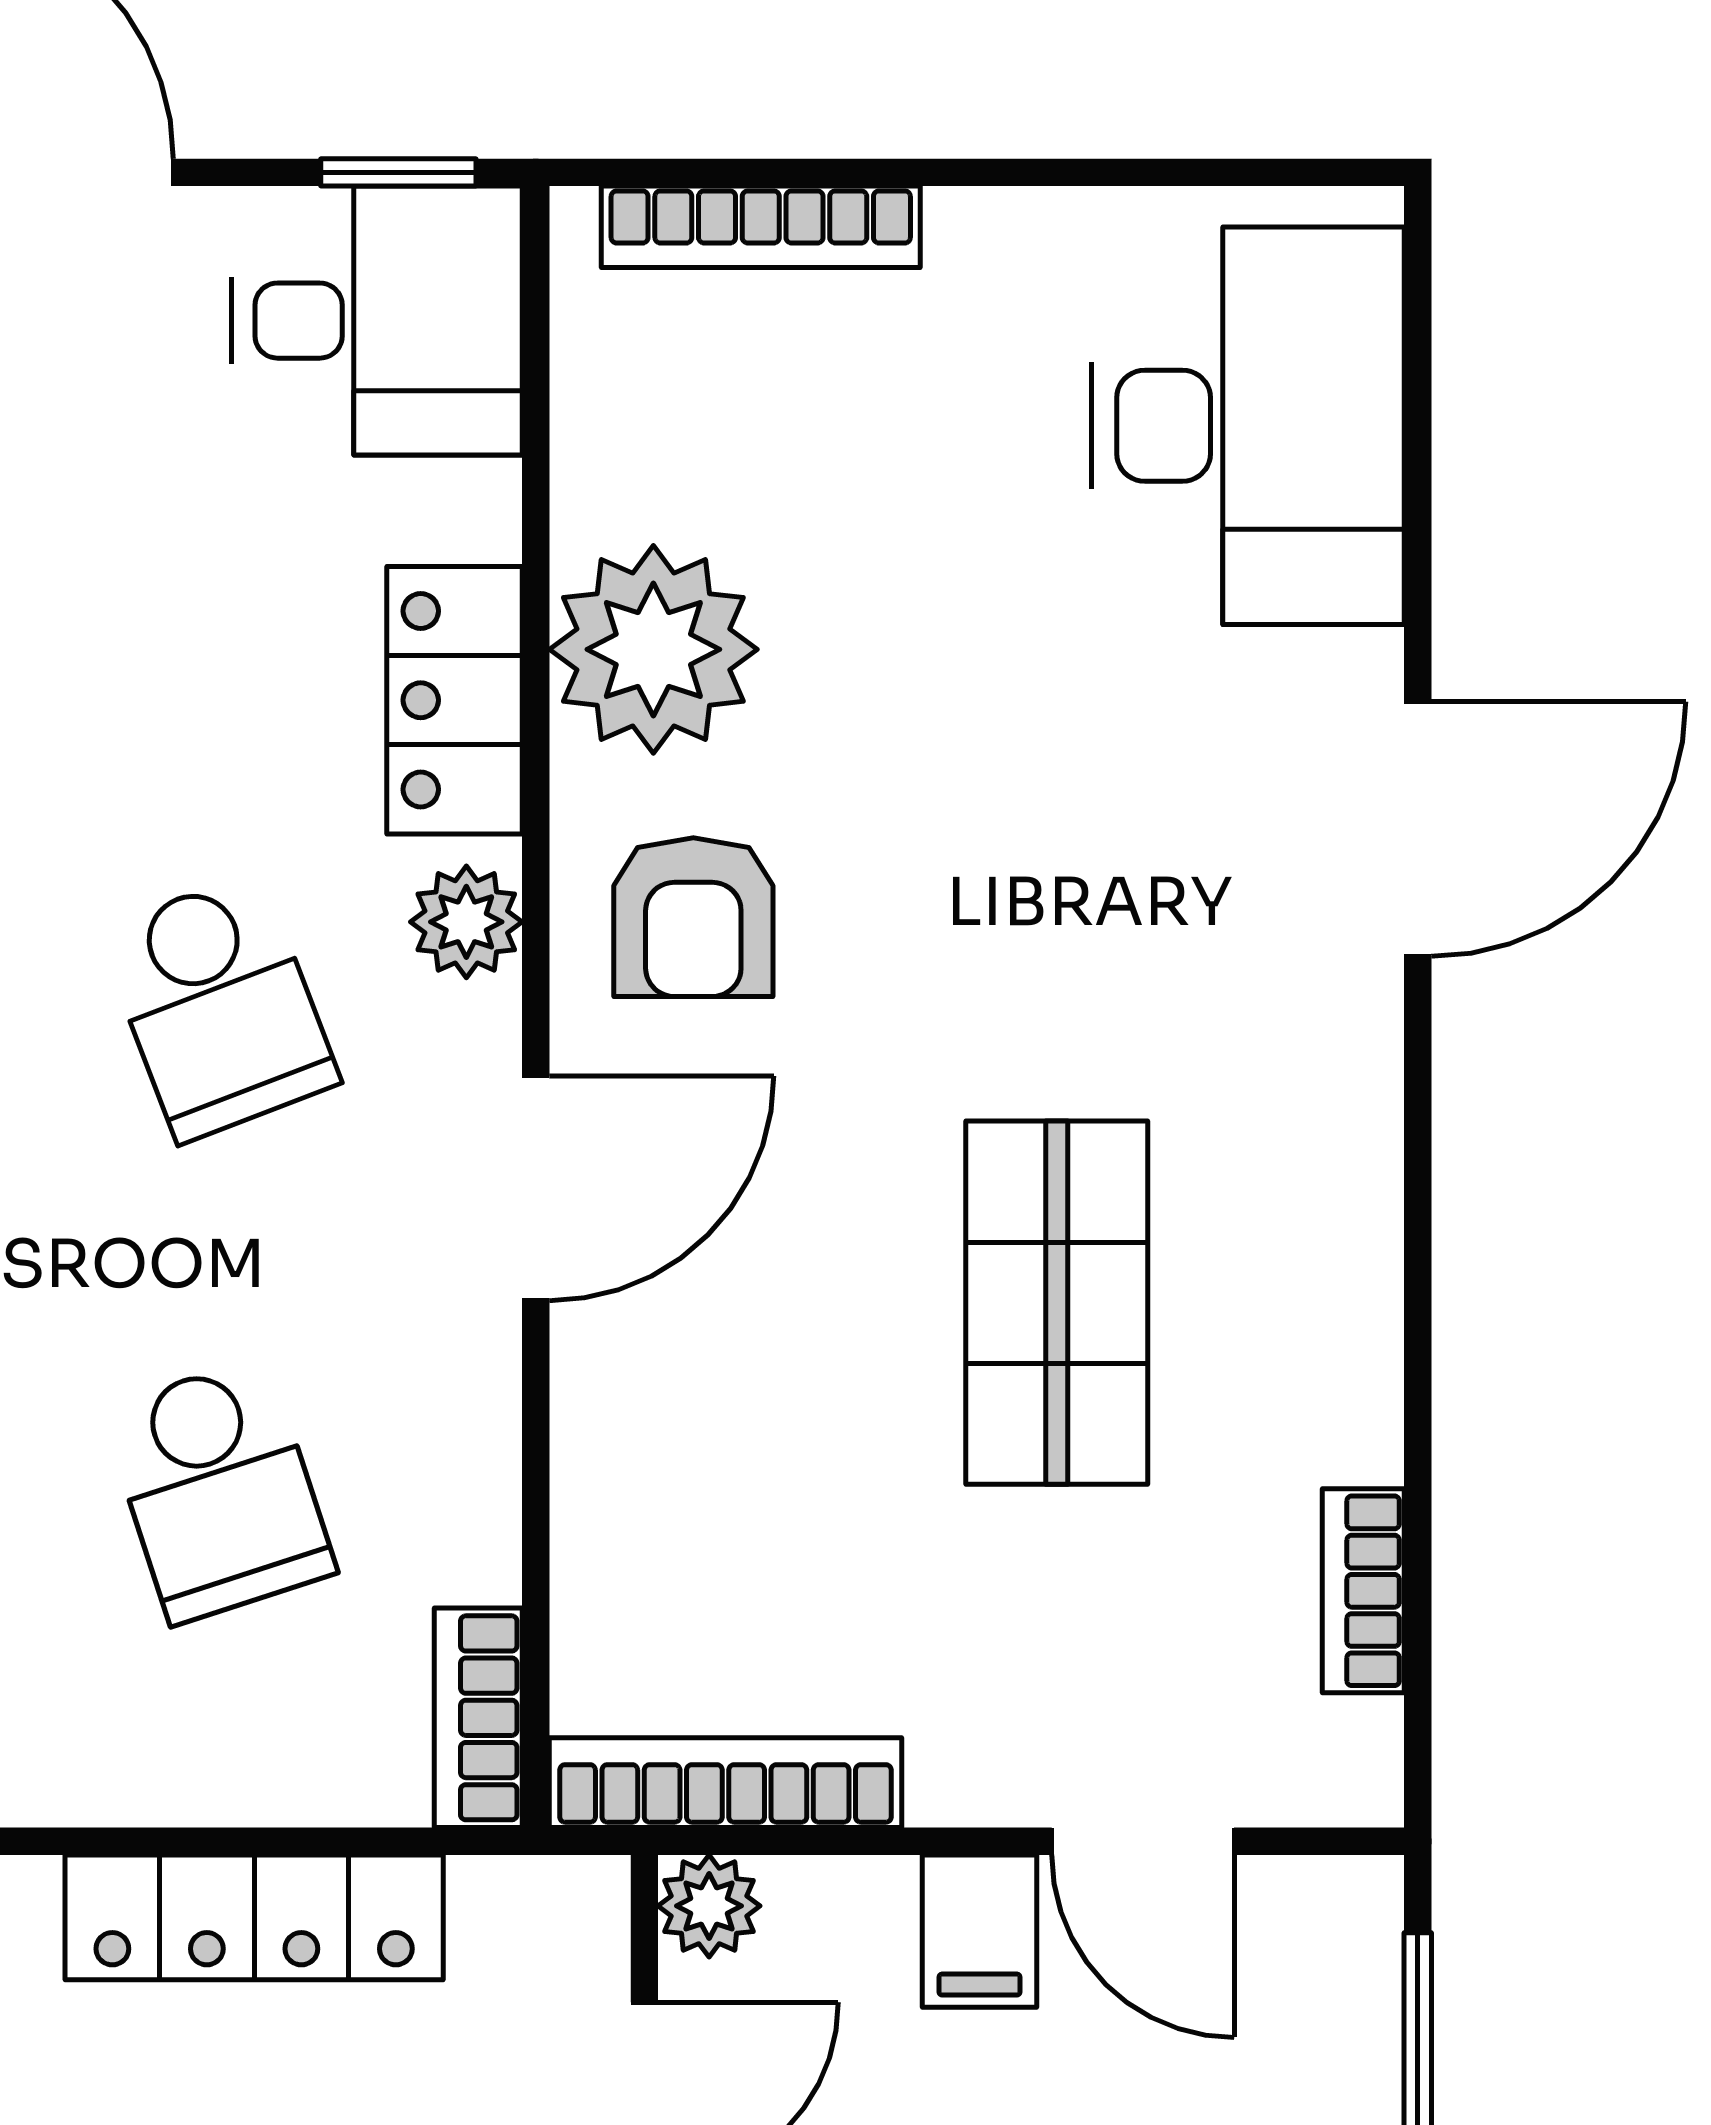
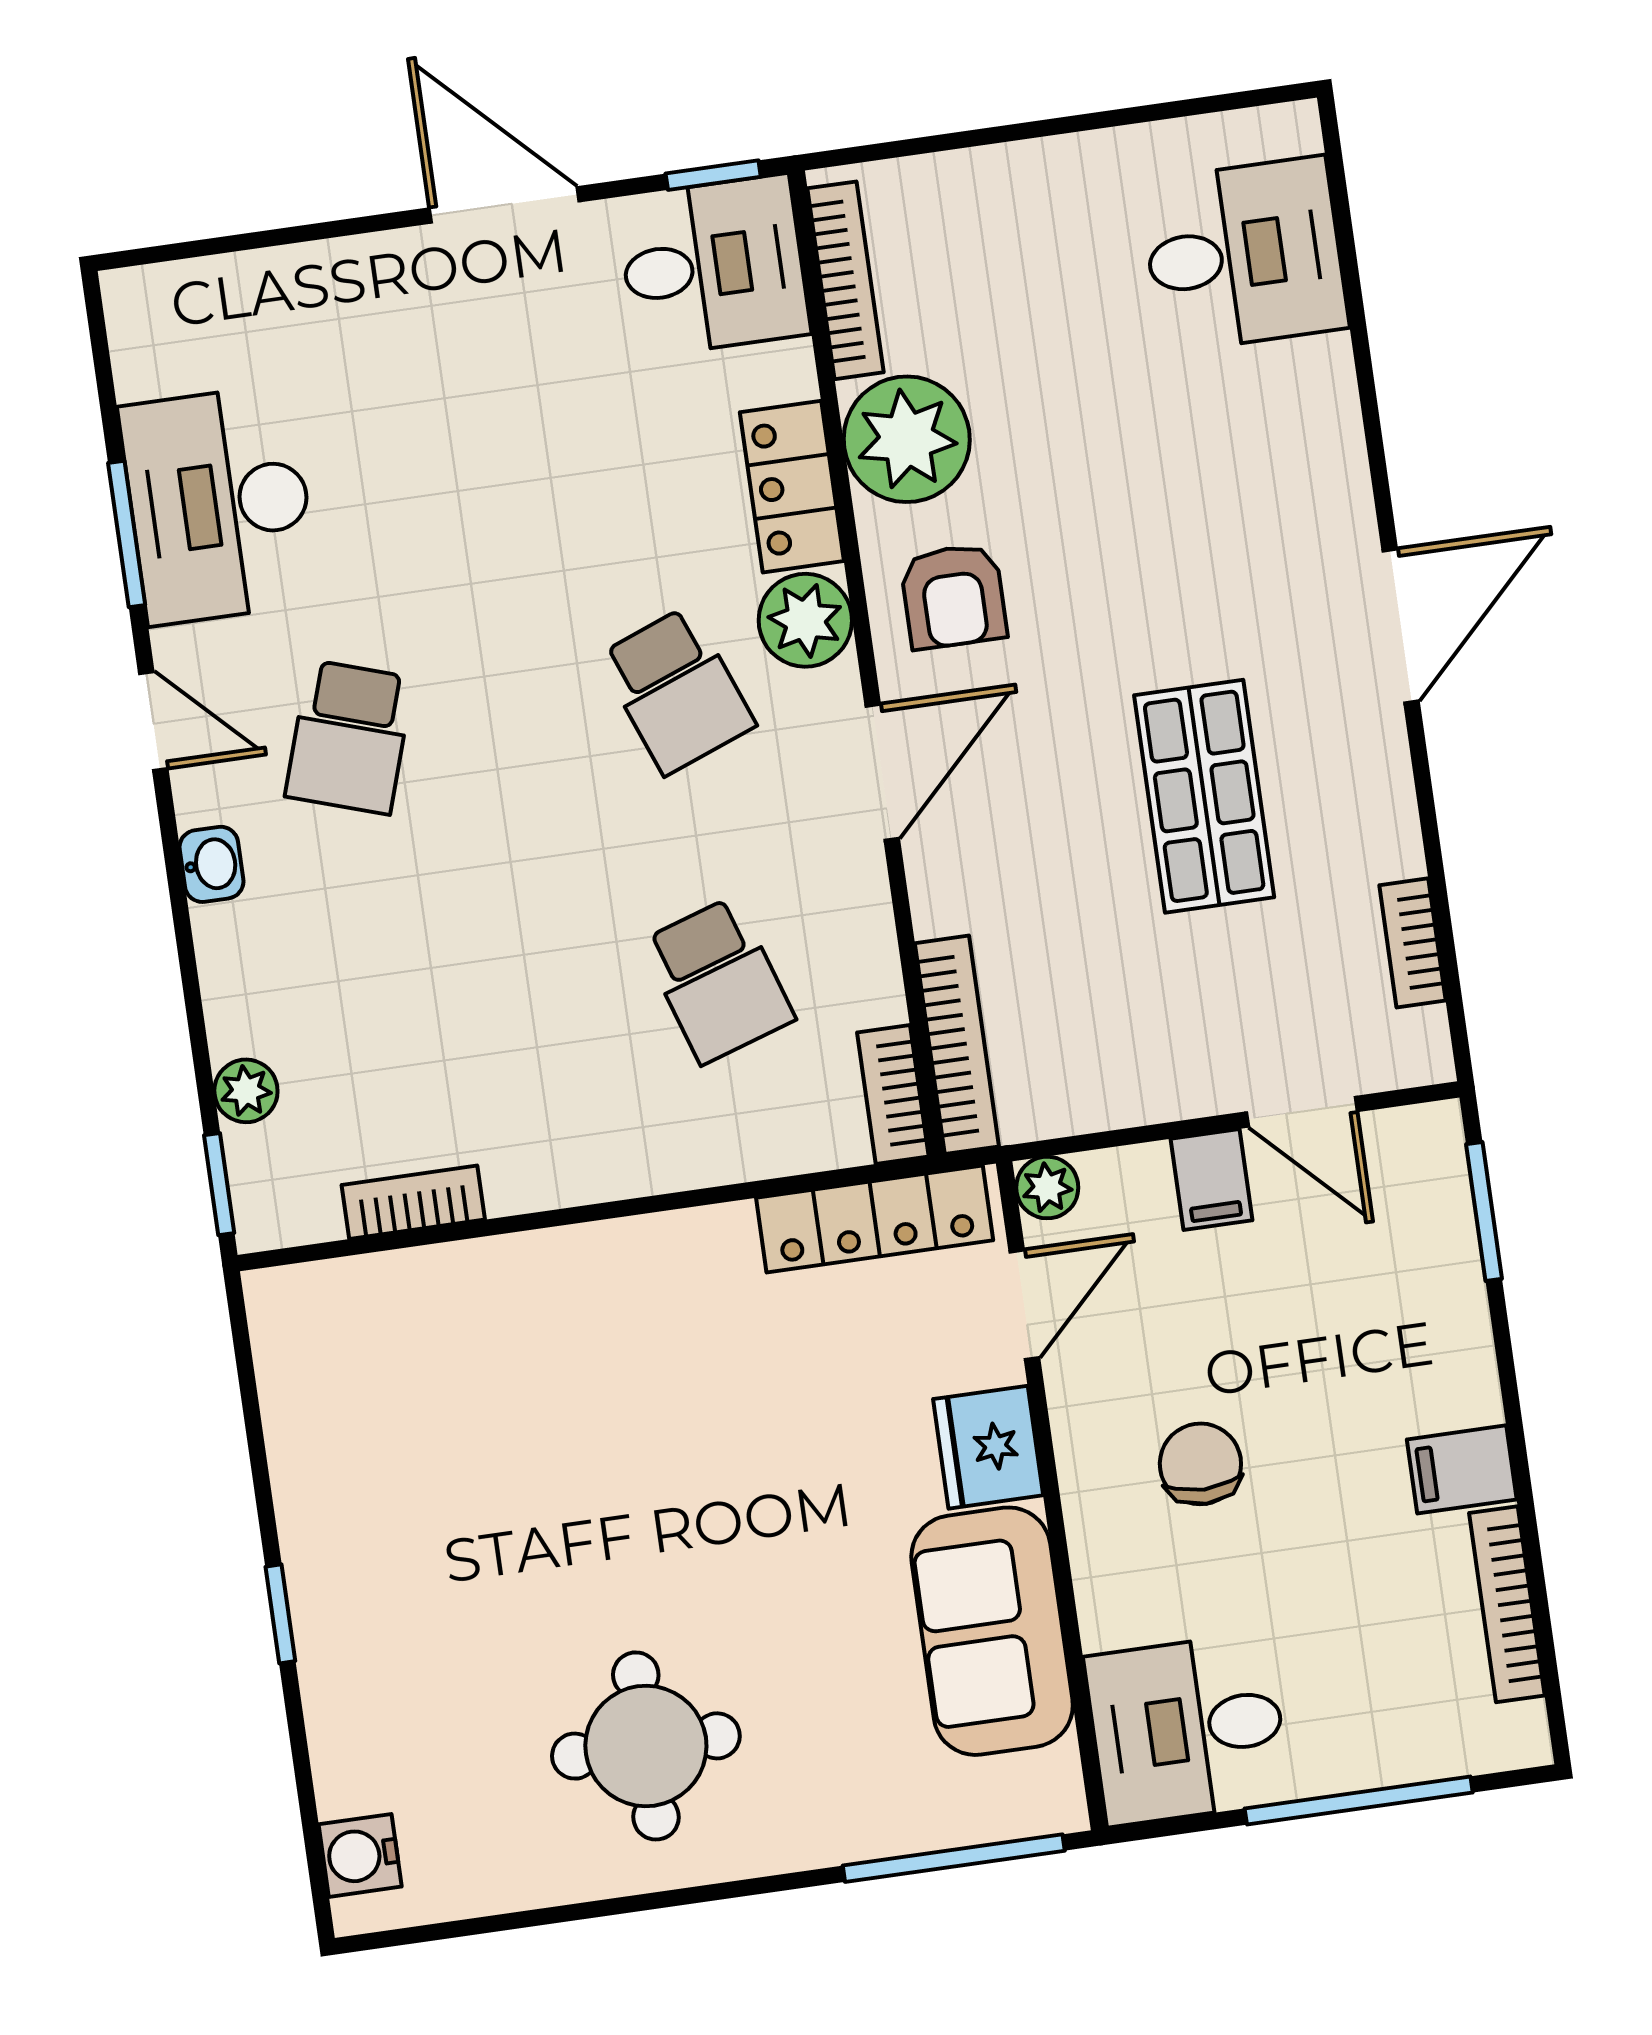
bookcase: (761, 227) -> (845, 280), moved, turned -90
desk: (1248, 426) -> (1244, 254), width x0.73
door: (1418, 829) -> (1401, 626), moved
plant: (466, 922) -> (805, 620), width x1.38, depth x1.38
bookcase: (725, 1783) -> (957, 1045), moved, turned 90
locker: (254, 1917) -> (875, 1219), moved

